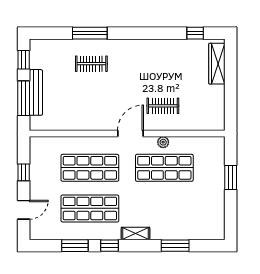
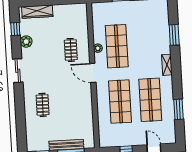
window: (90, 33) -> (20, 107), removed
sliding door: (139, 33) -> (18, 71), added
plant: (178, 47) -> (26, 42), added
window: (109, 246) -> (177, 84), removed

